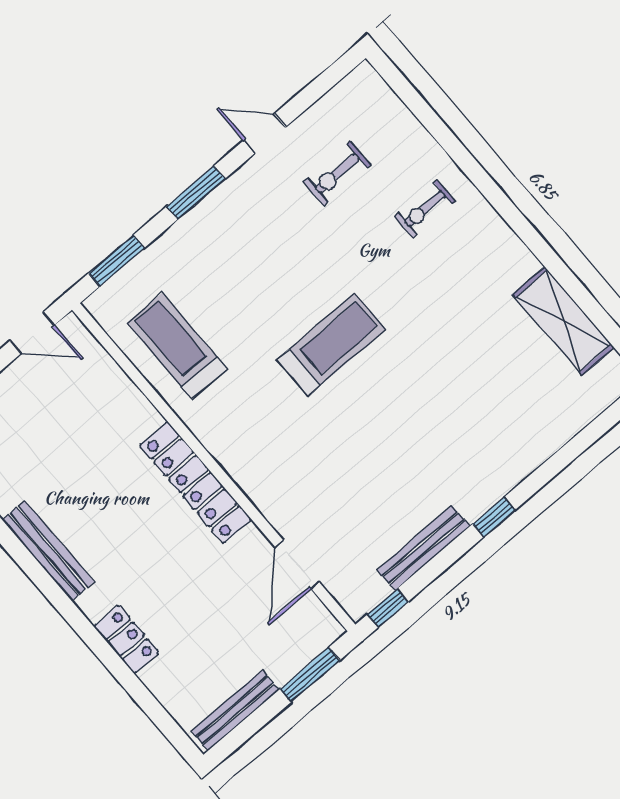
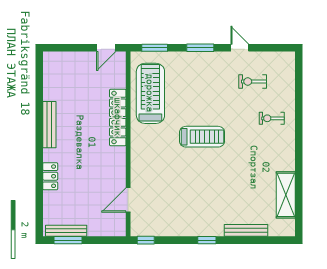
door: (32, 333) -> (106, 48), hinge flipped
treadmill: (177, 346) -> (150, 93), width x1.37, depth x1.37
locker: (196, 482) -> (118, 117), moved
bench: (423, 548) -> (246, 230), moved
window: (310, 675) -> (68, 240), moved

